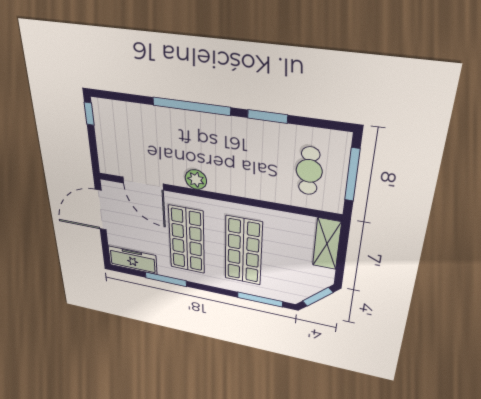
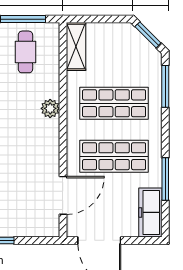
cafe table: (309, 171) -> (25, 52), turned 90
plant: (196, 180) -> (50, 108), moved
shelving: (327, 244) -> (76, 47), moved, turned 90

